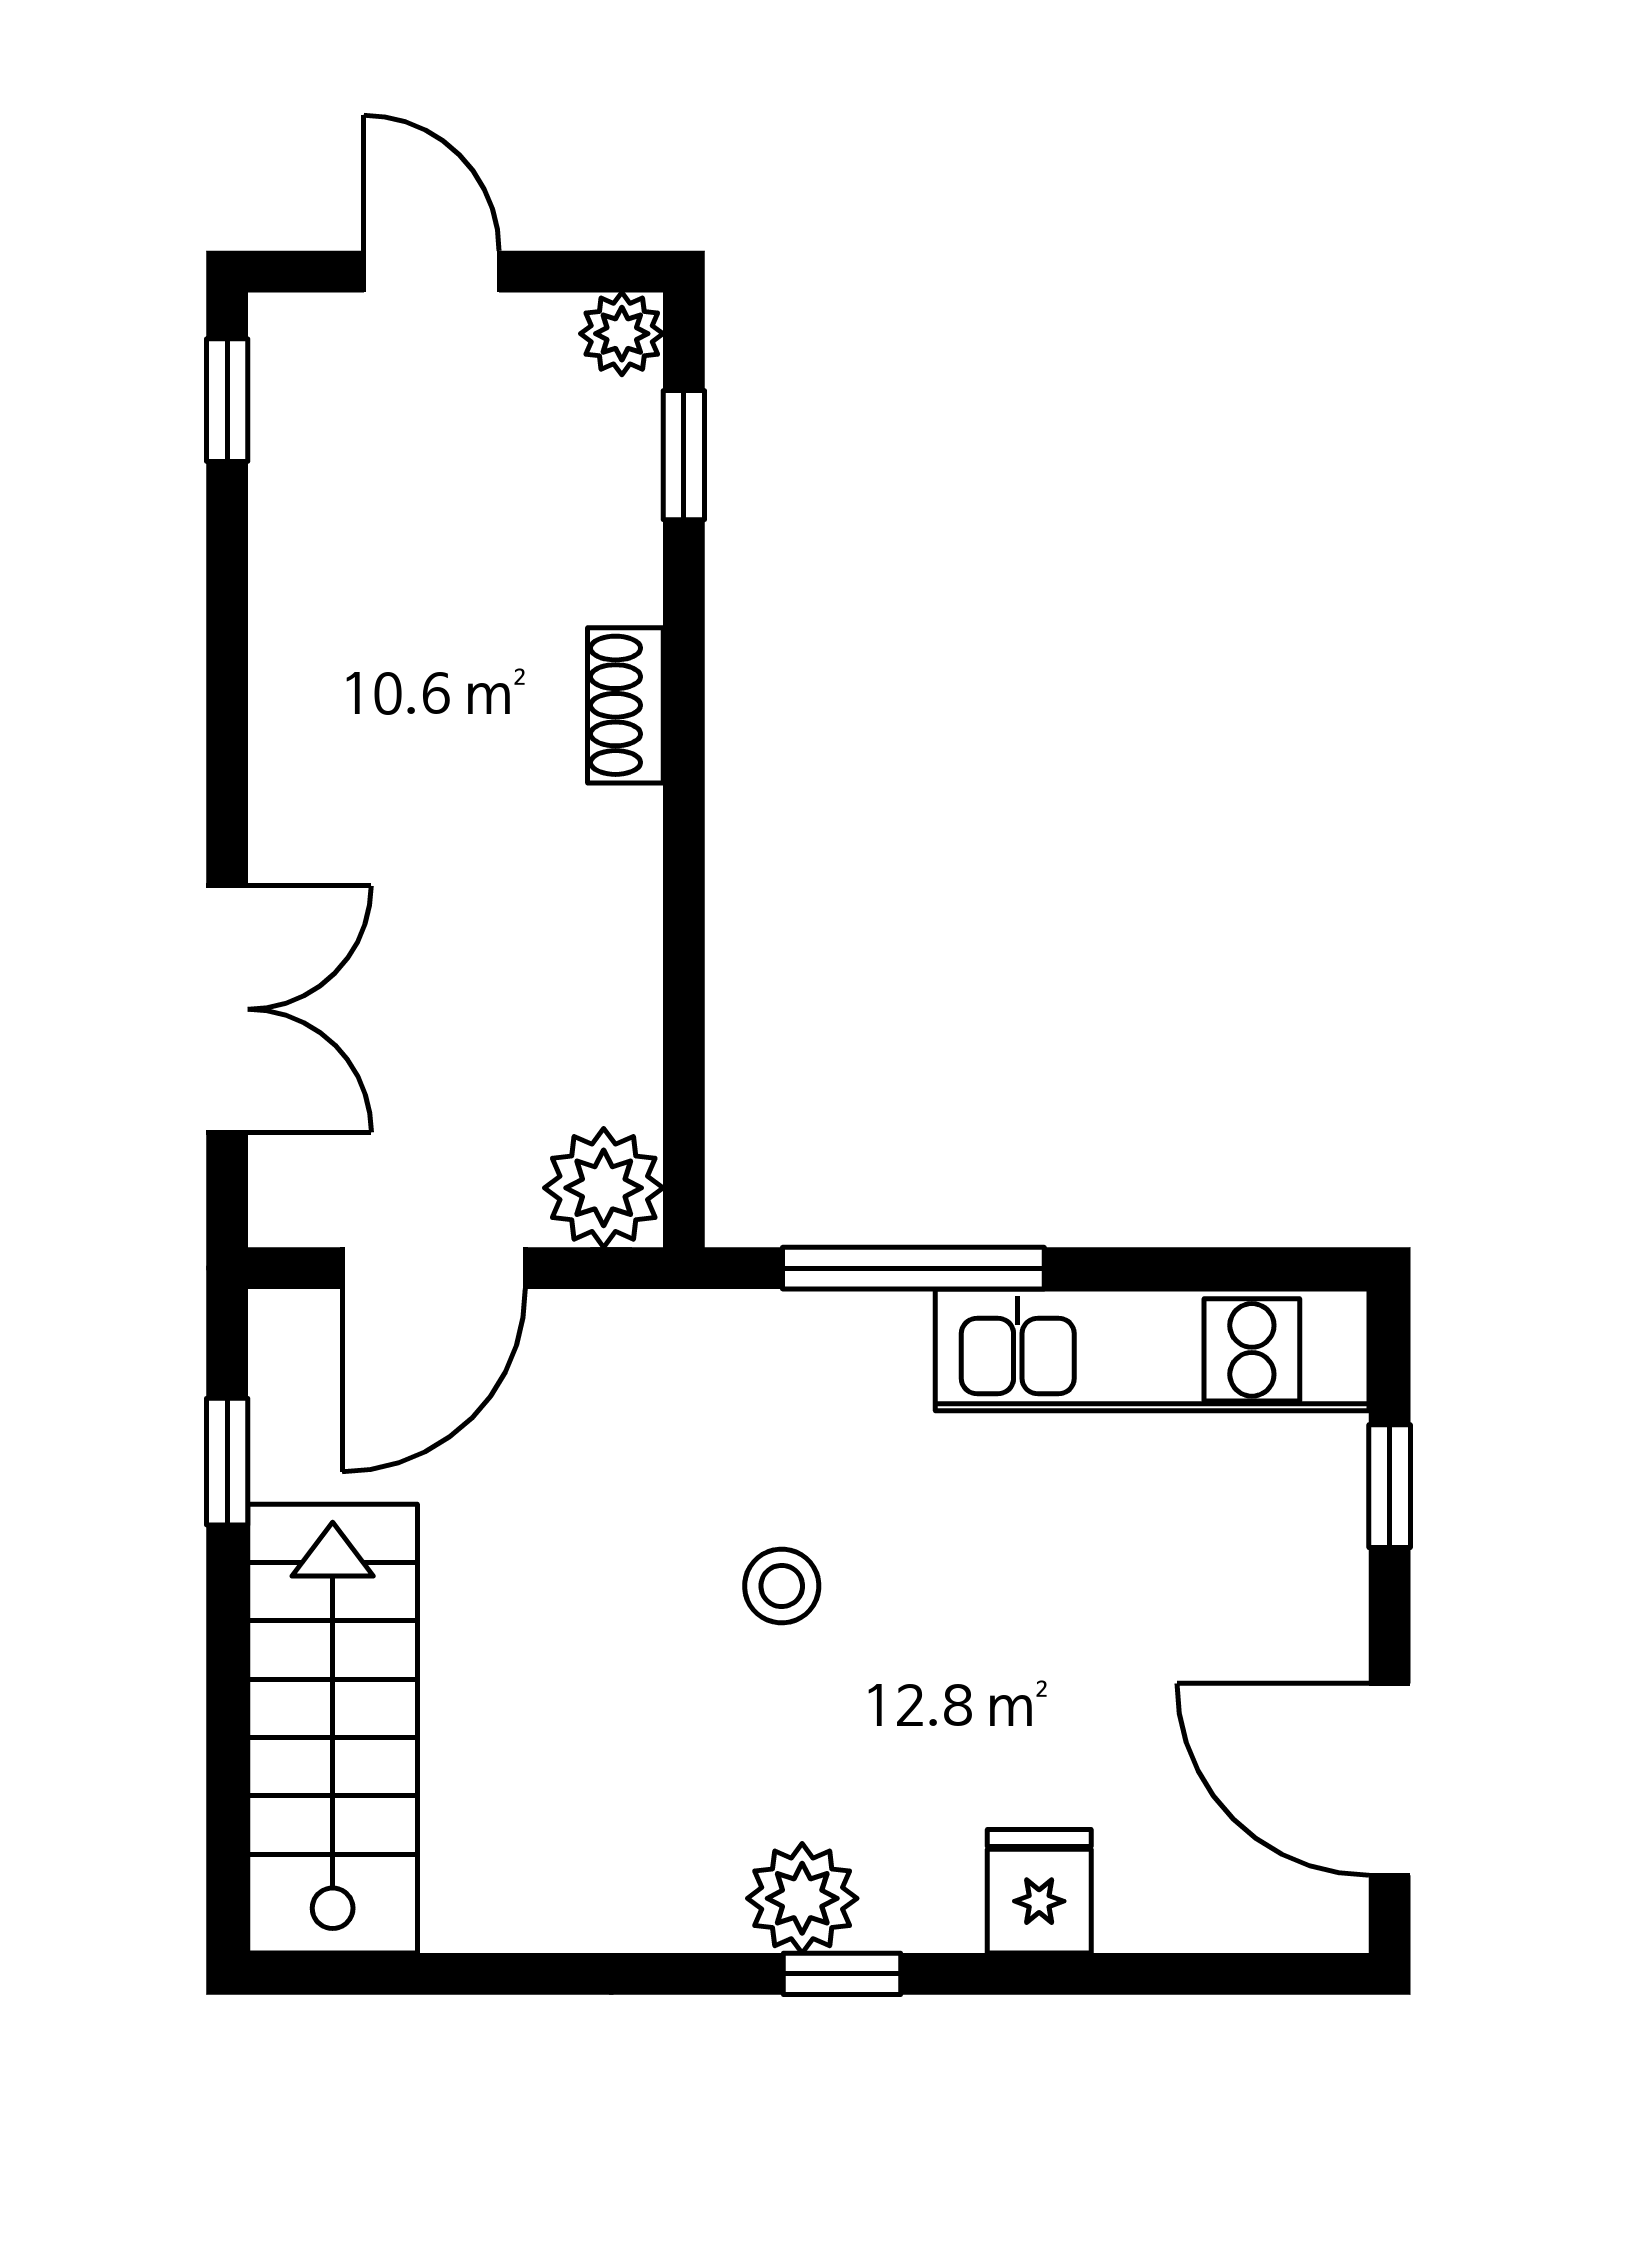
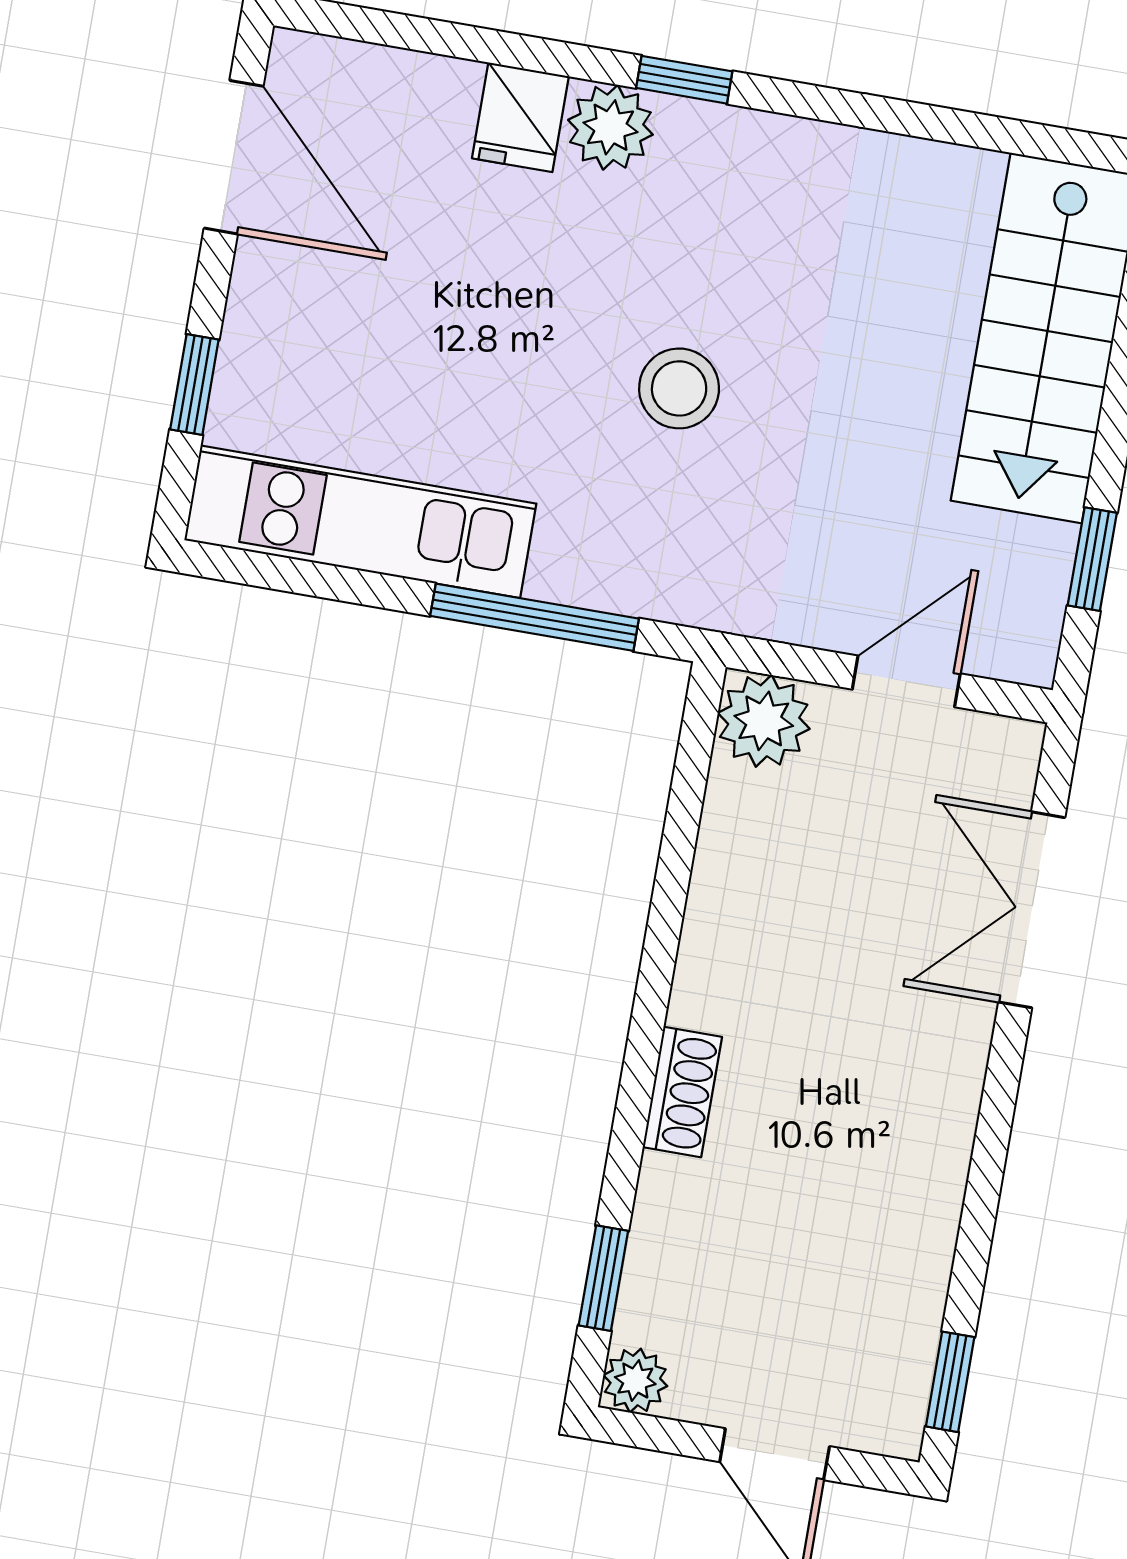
door: (434, 1268) -> (906, 681), width x0.73
stool: (782, 1586) -> (679, 388), width x1.37, depth x1.37
plant: (802, 1898) -> (610, 127), moved

